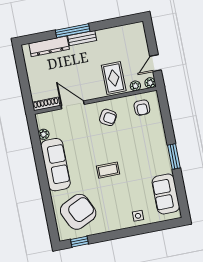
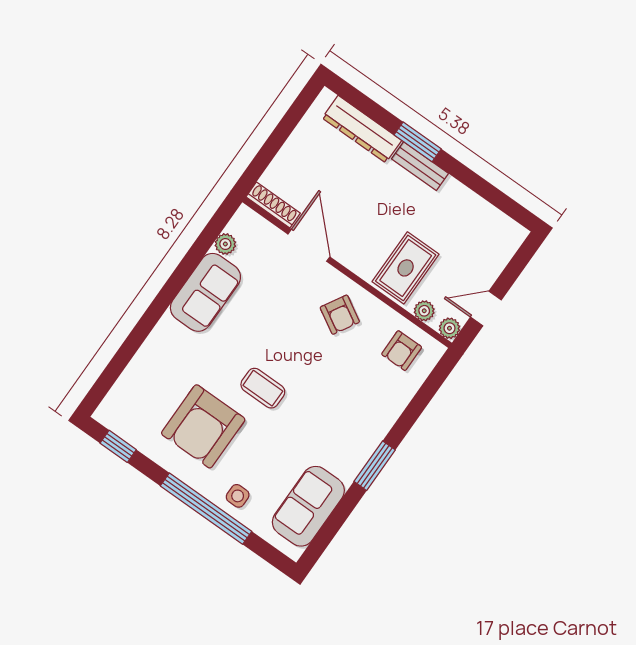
window: (73, 31) -> (418, 142), width x0.69
sofa: (55, 165) -> (205, 292), width x0.73
armchair: (78, 212) -> (203, 426), moved, turned 115
window: (132, 231) -> (206, 509), added

